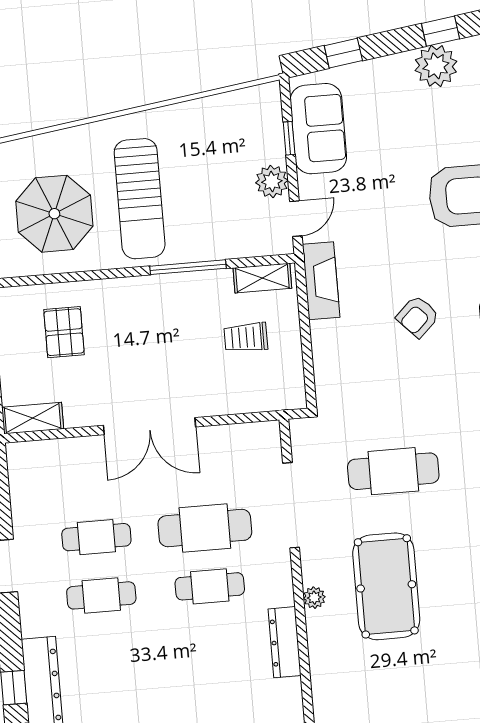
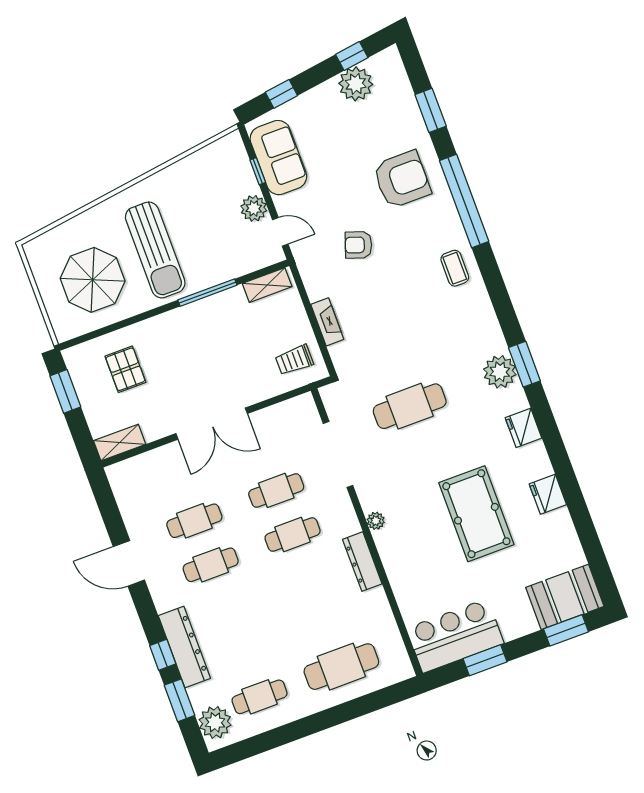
door: (296, 219) -> (280, 232), hinge flipped
fireplace: (321, 281) -> (327, 322), moved, width x0.73, depth x0.76
armchair: (418, 316) -> (358, 245), moved, turned 63
trolley: (246, 337) -> (294, 360), moved
cafe table: (205, 528) -> (276, 490), width x0.73, depth x0.74
pool table: (386, 586) -> (476, 514), moved

